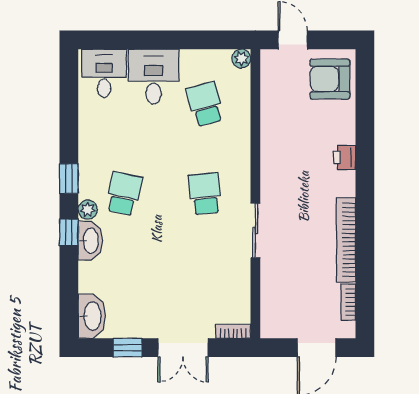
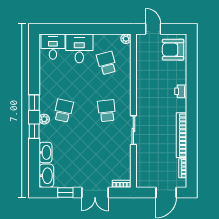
washbasin: (90, 241) -> (46, 152), moved

